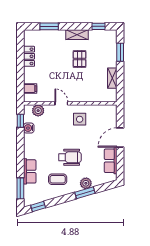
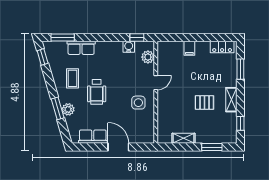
locker: (29, 56) -> (222, 47), moved
filing cabinet: (30, 89) -> (189, 48), moved

